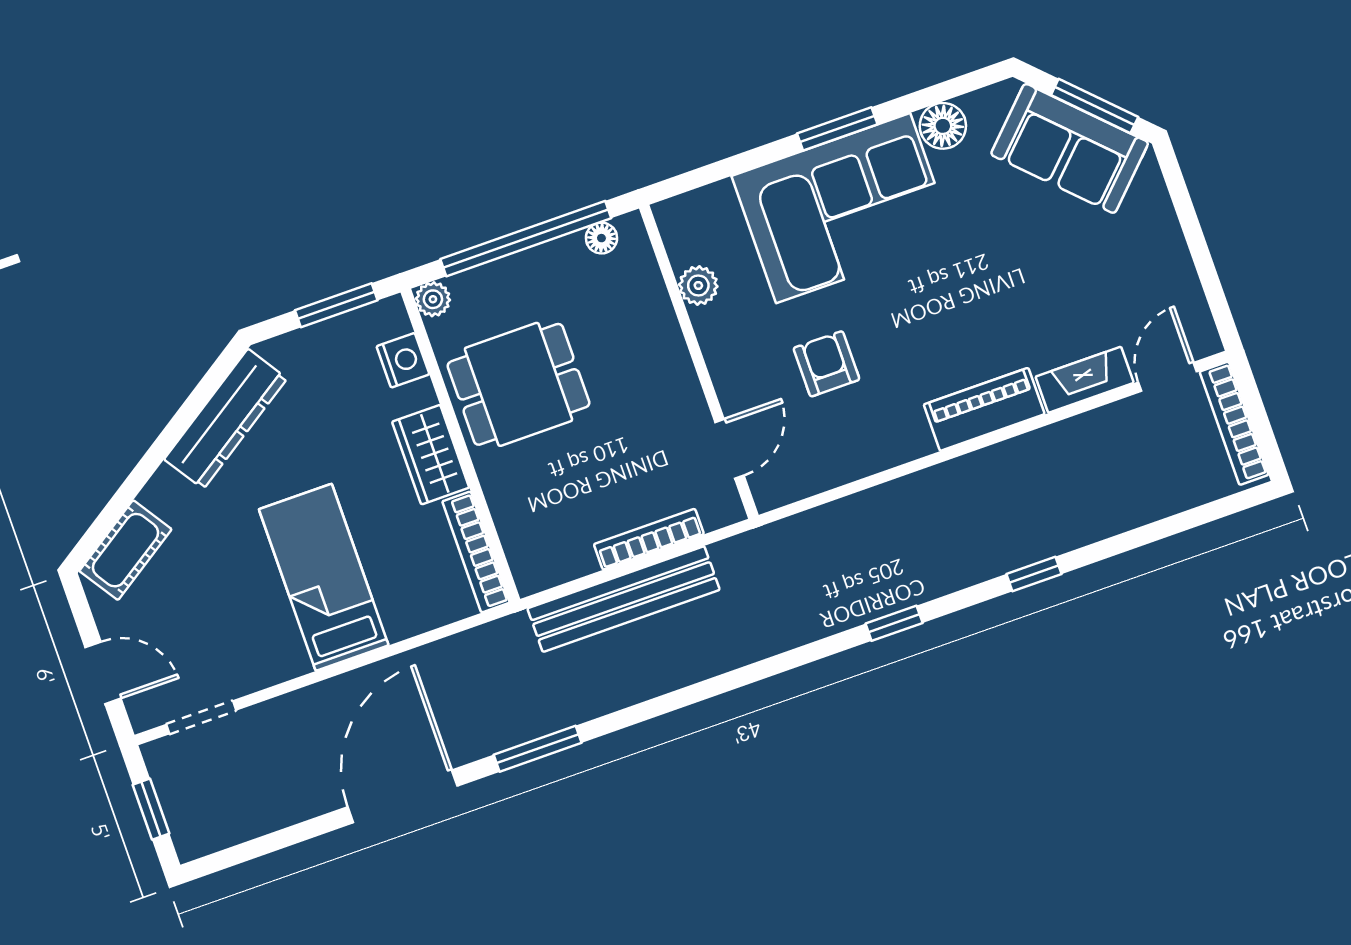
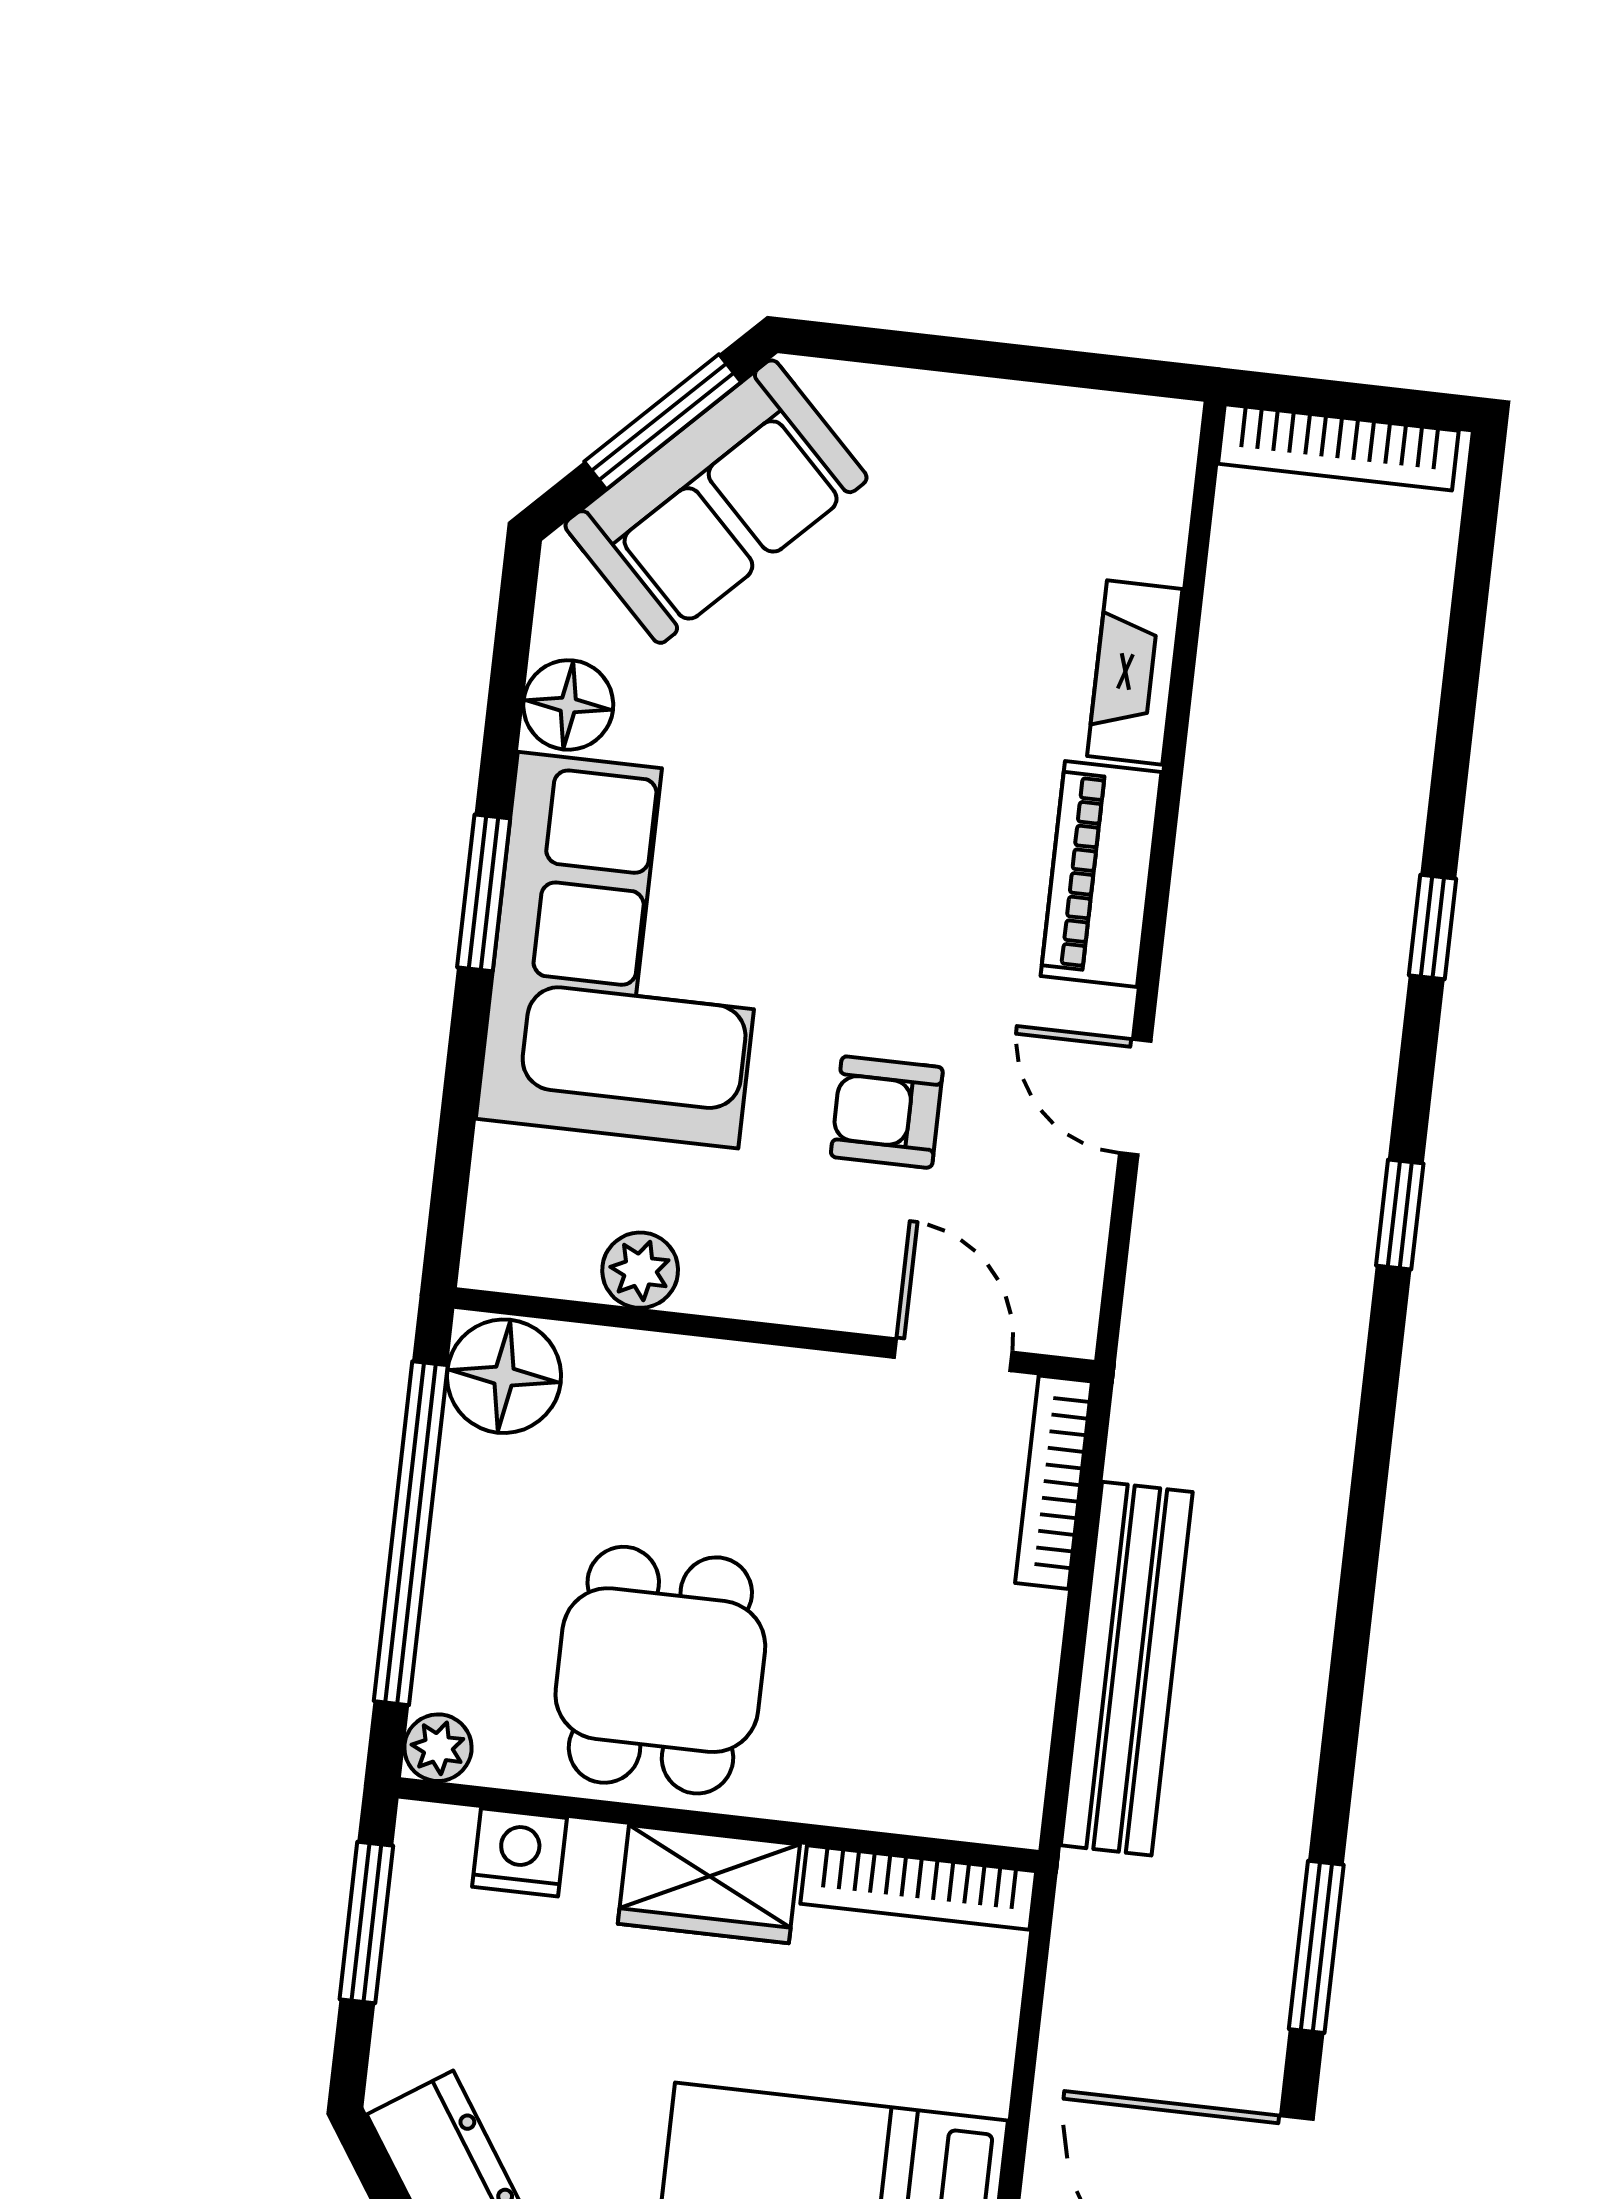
floor lamp: (601, 238) -> (504, 1376), width x1.89, depth x1.89
door: (1167, 377) -> (1135, 1097), moved
bookcase: (649, 539) -> (1054, 1482), moved

